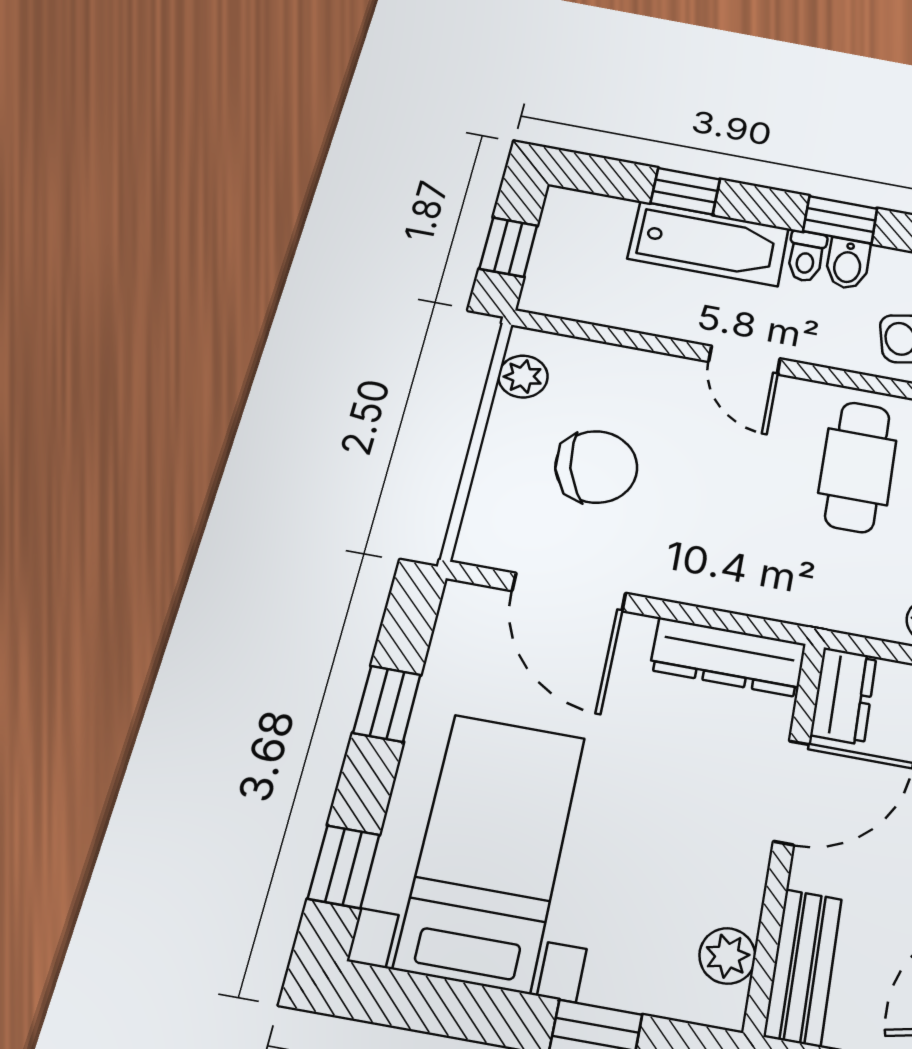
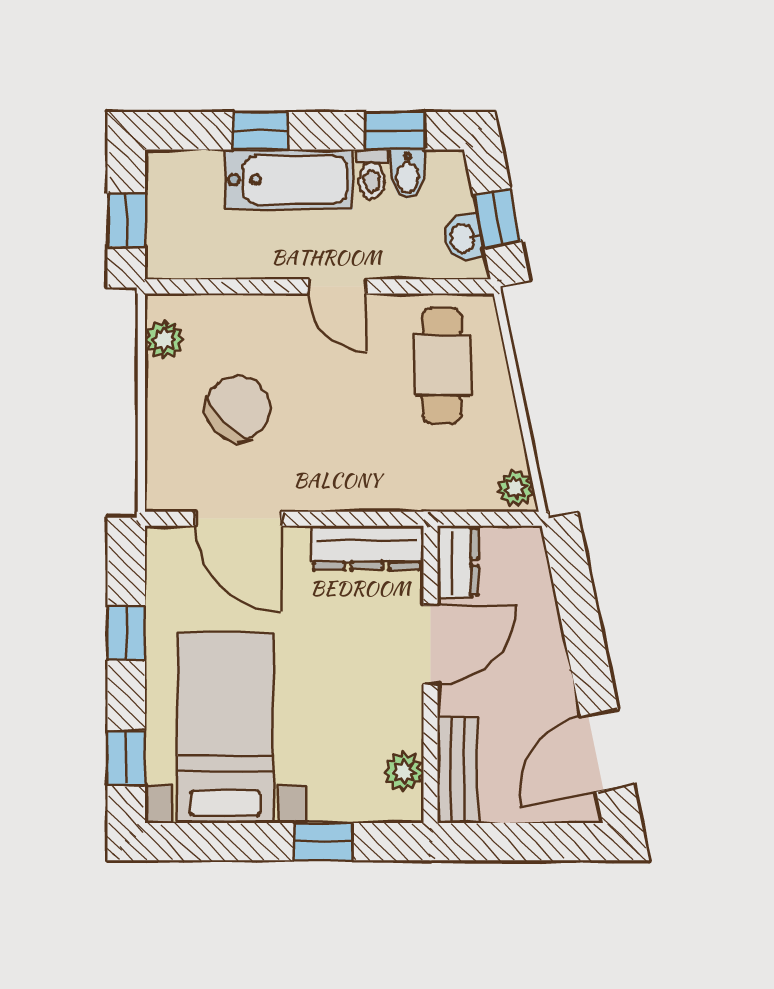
chair: (596, 467) -> (238, 408), turned -32

